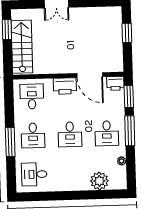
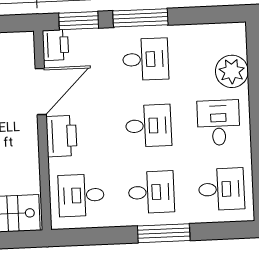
plant: (122, 161) -> (195, 32), removed
desk: (71, 173) -> (219, 123), added
desk: (34, 174) -> (221, 189), turned -90

